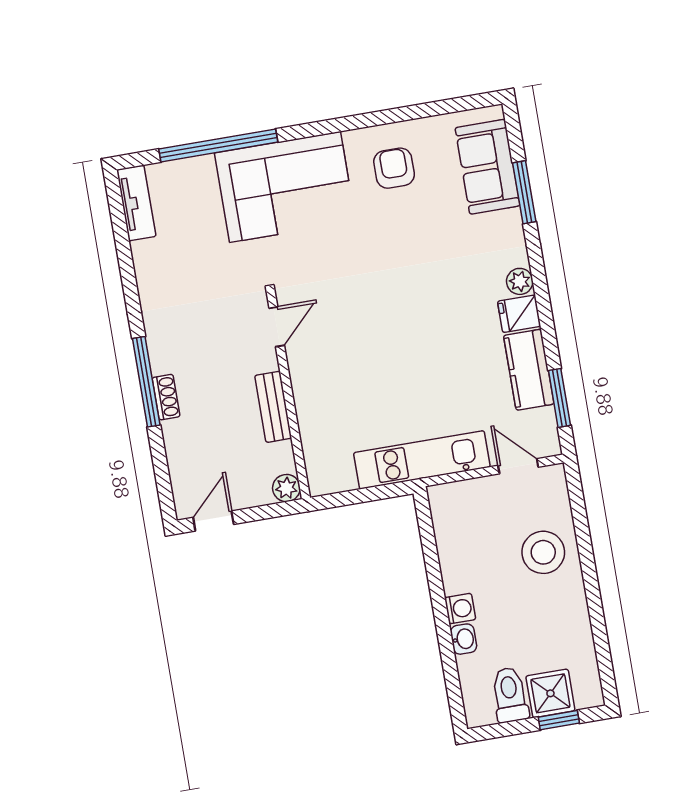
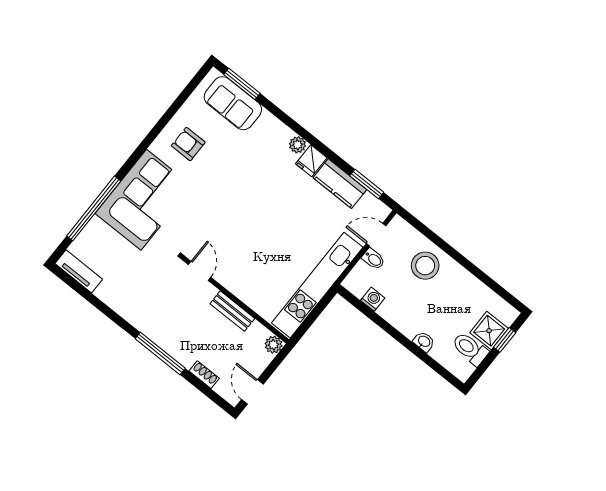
window: (524, 192) -> (242, 84), moved
shoe rack: (166, 397) -> (204, 375), moved
kitchen unit: (422, 460) -> (317, 285), width x1.36
bidet: (490, 492) -> (373, 259), added
washing machine: (460, 609) -> (373, 299), moved

